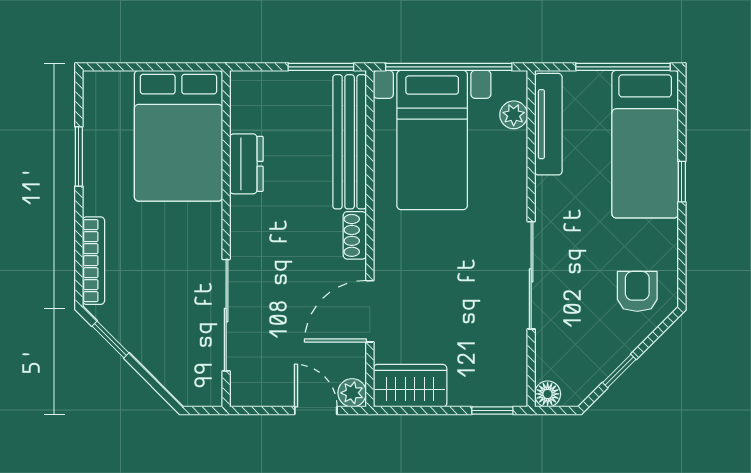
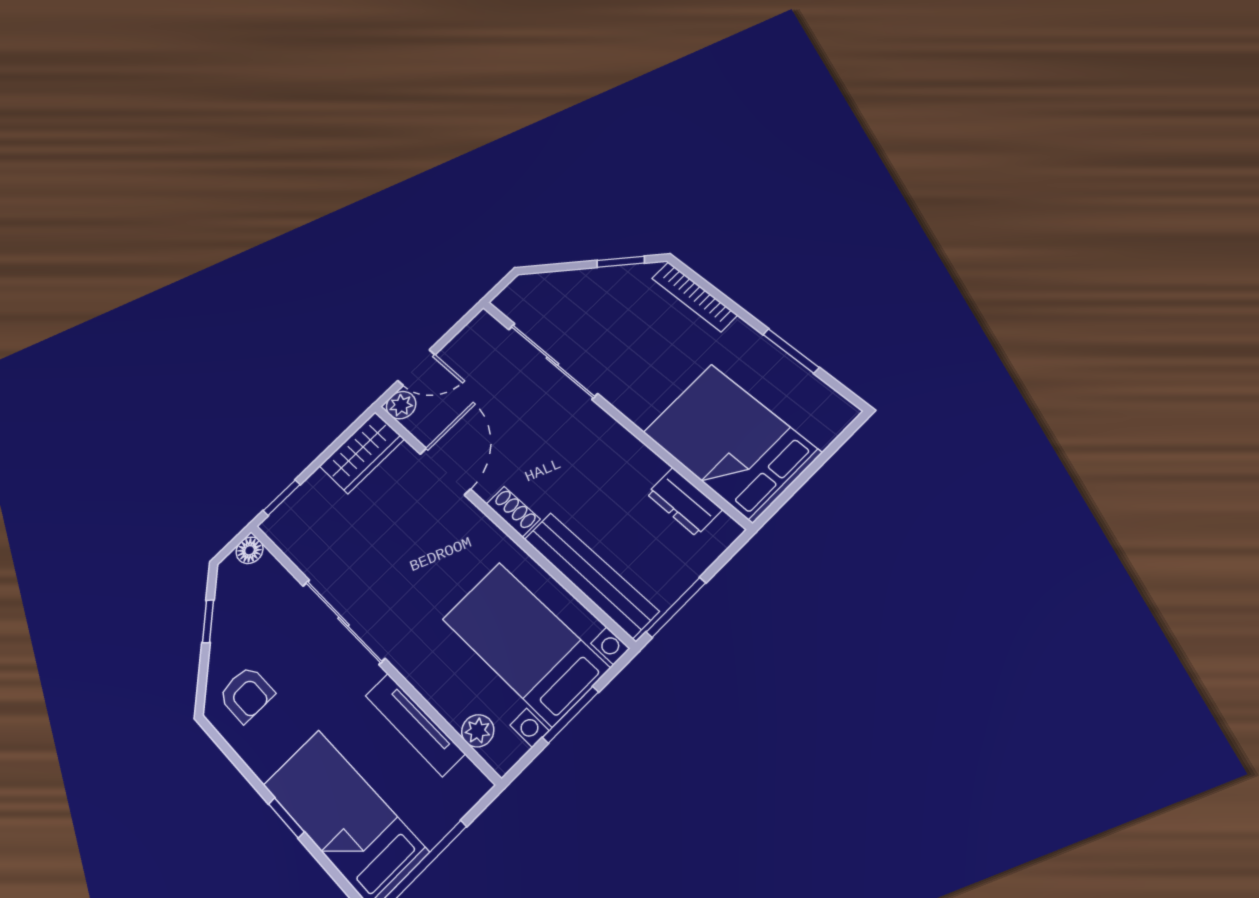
window: (449, 67) -> (571, 715), width x0.47
tv unit: (548, 124) -> (415, 724), moved
dresser: (246, 164) -> (684, 502), moved

